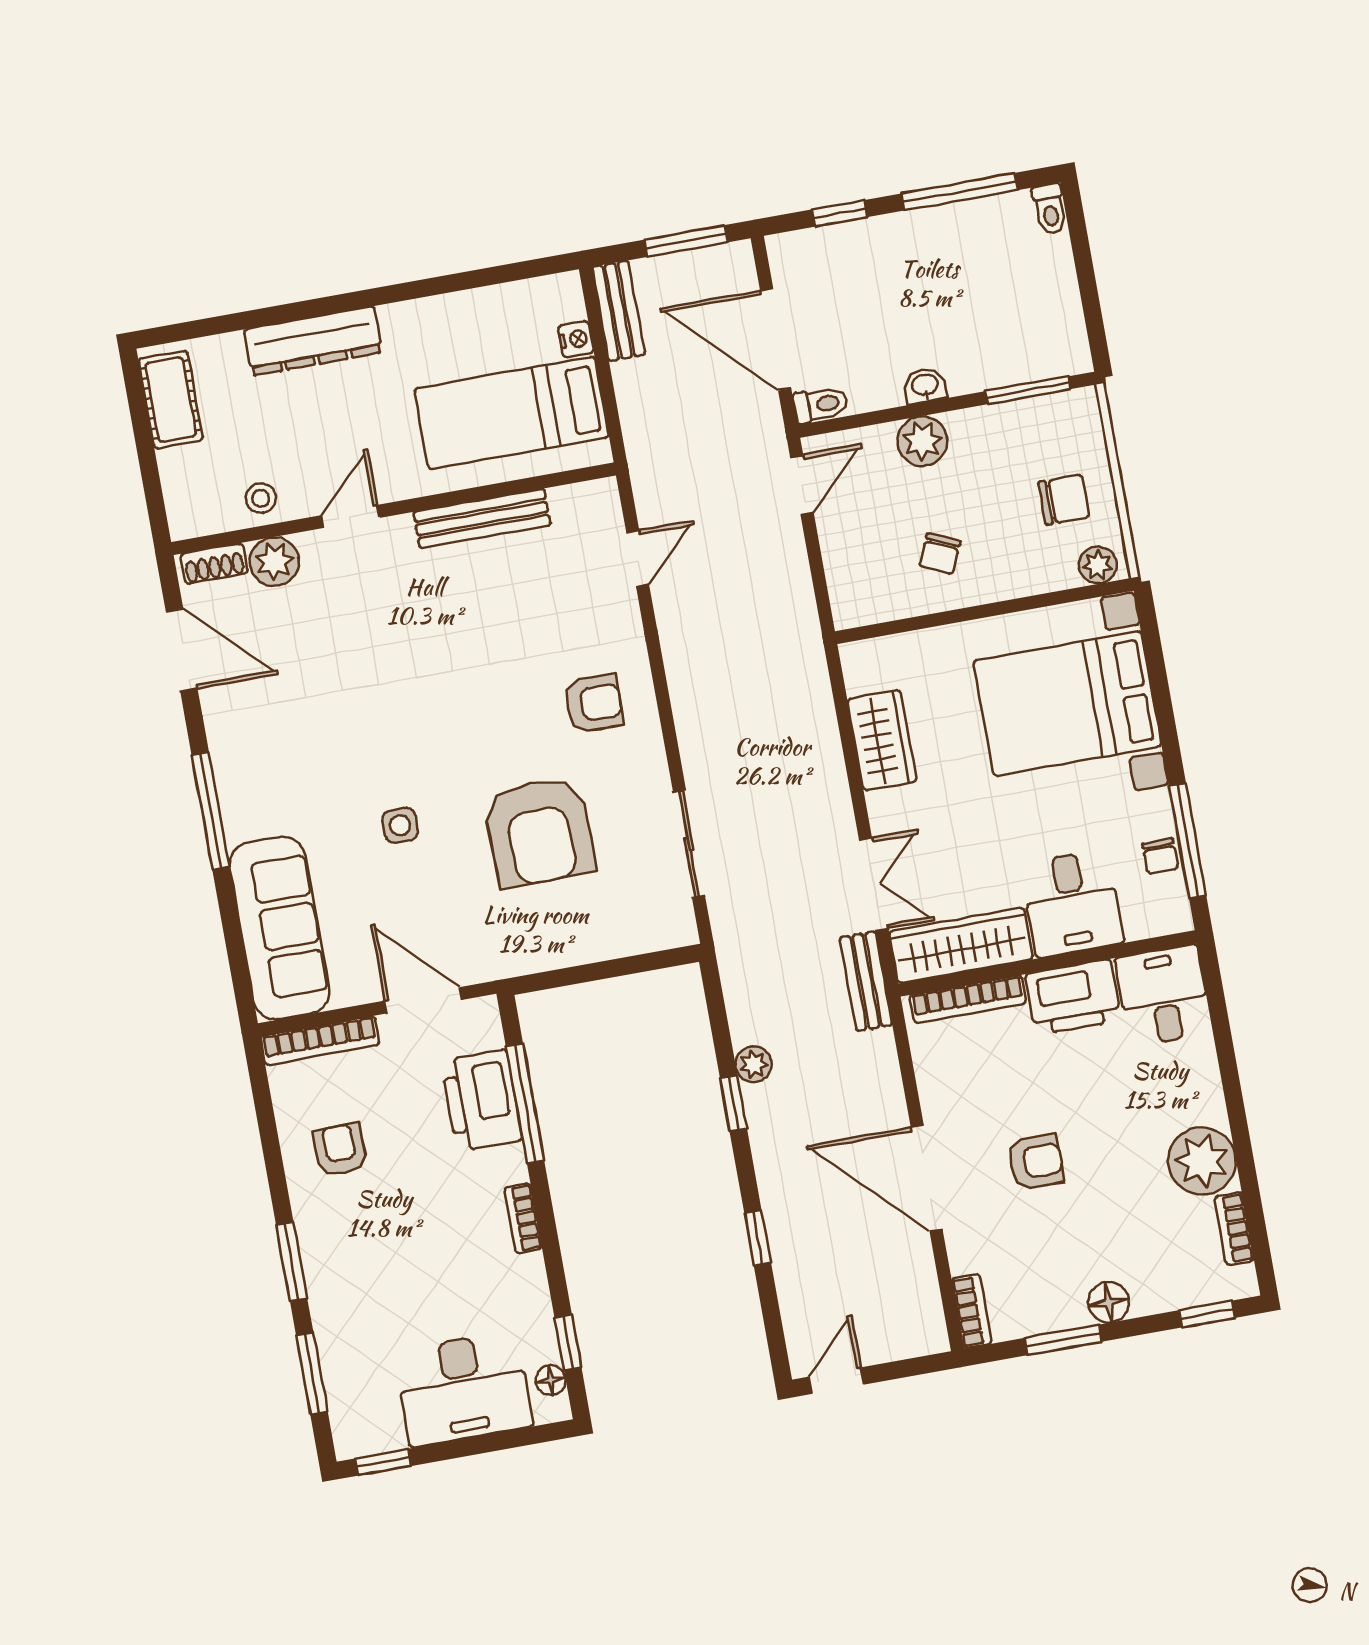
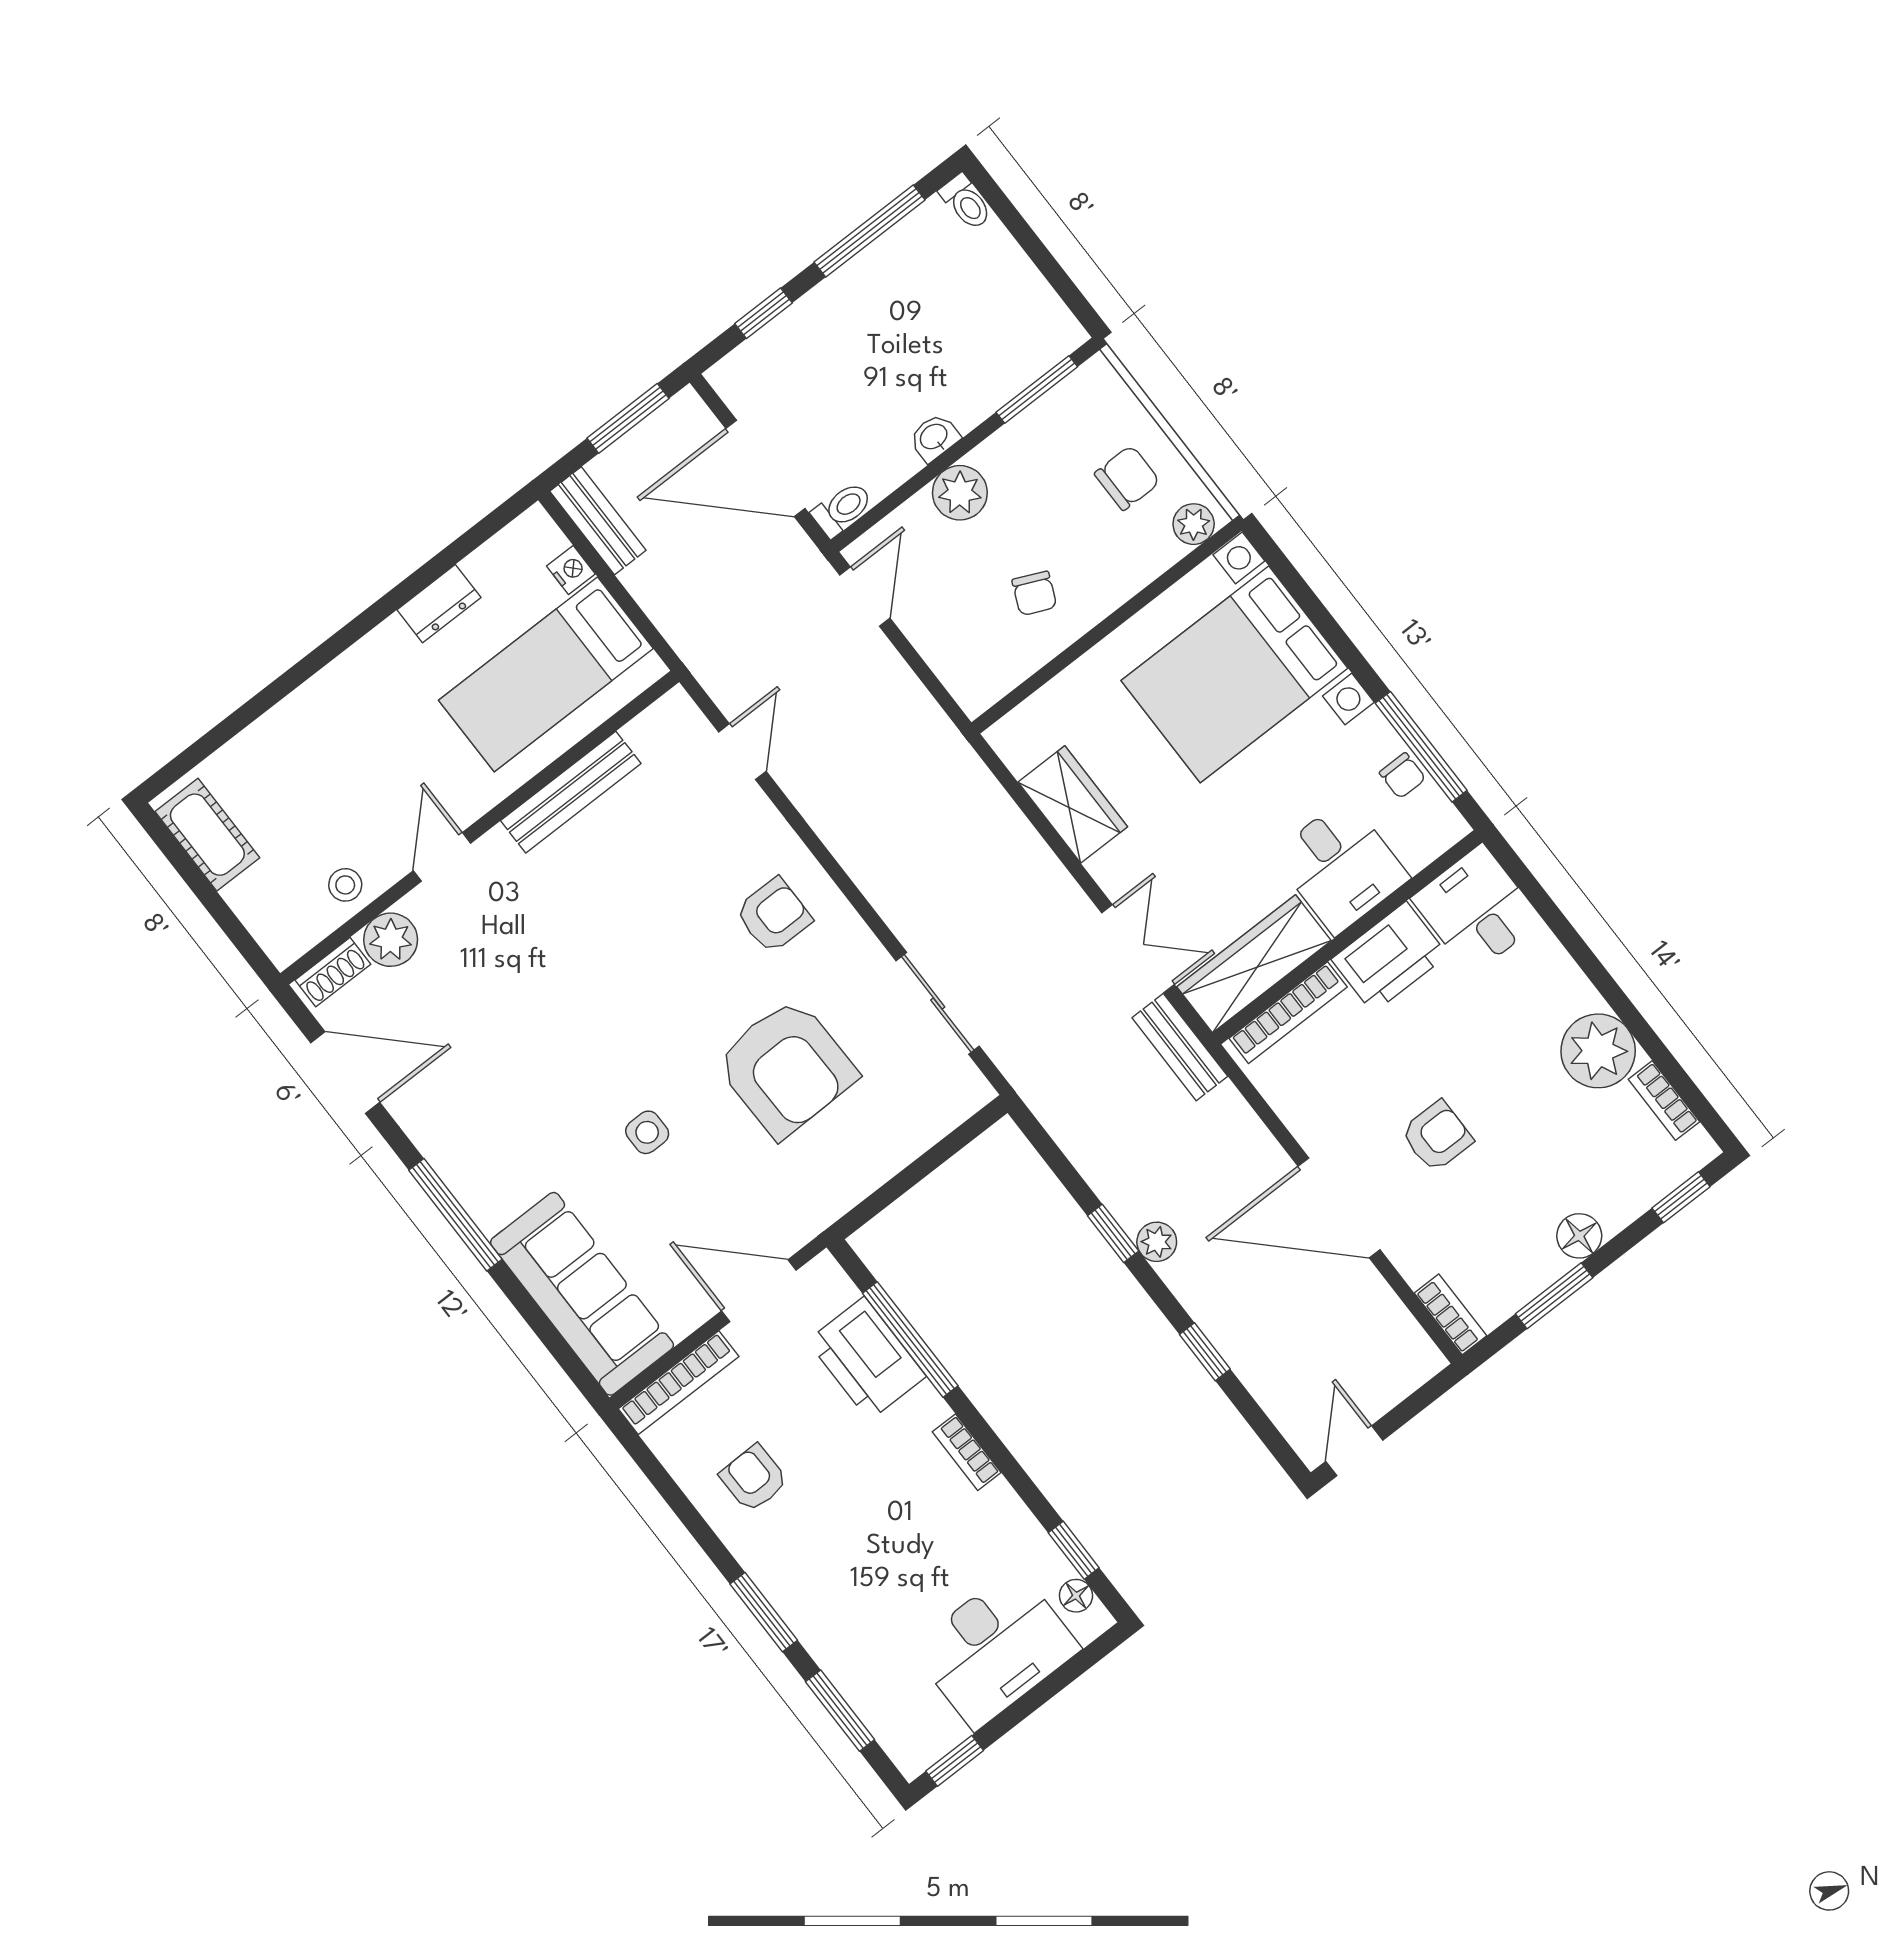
dresser: (313, 341) -> (439, 604), moved, width x0.51, depth x0.80
plant: (754, 1064) -> (1157, 1242), moved

